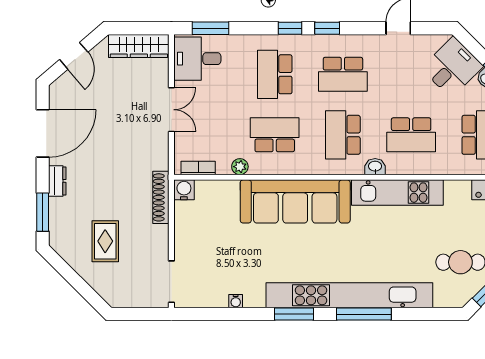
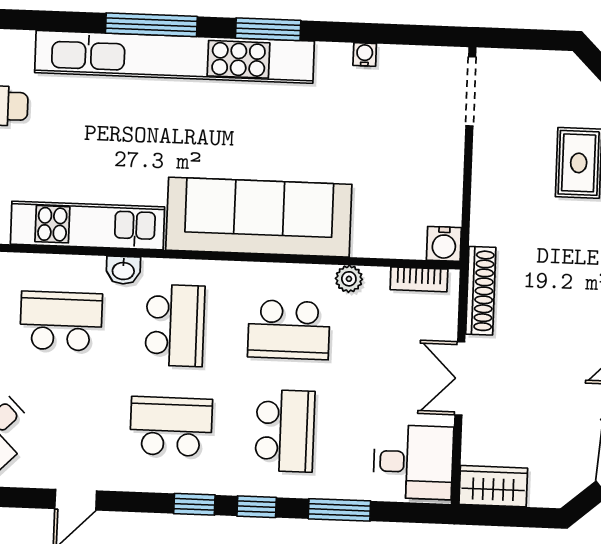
window: (211, 28) -> (339, 510), moved
wardrobe: (139, 46) -> (493, 486), width x0.67
shoe rack: (161, 197) -> (481, 291), moved

